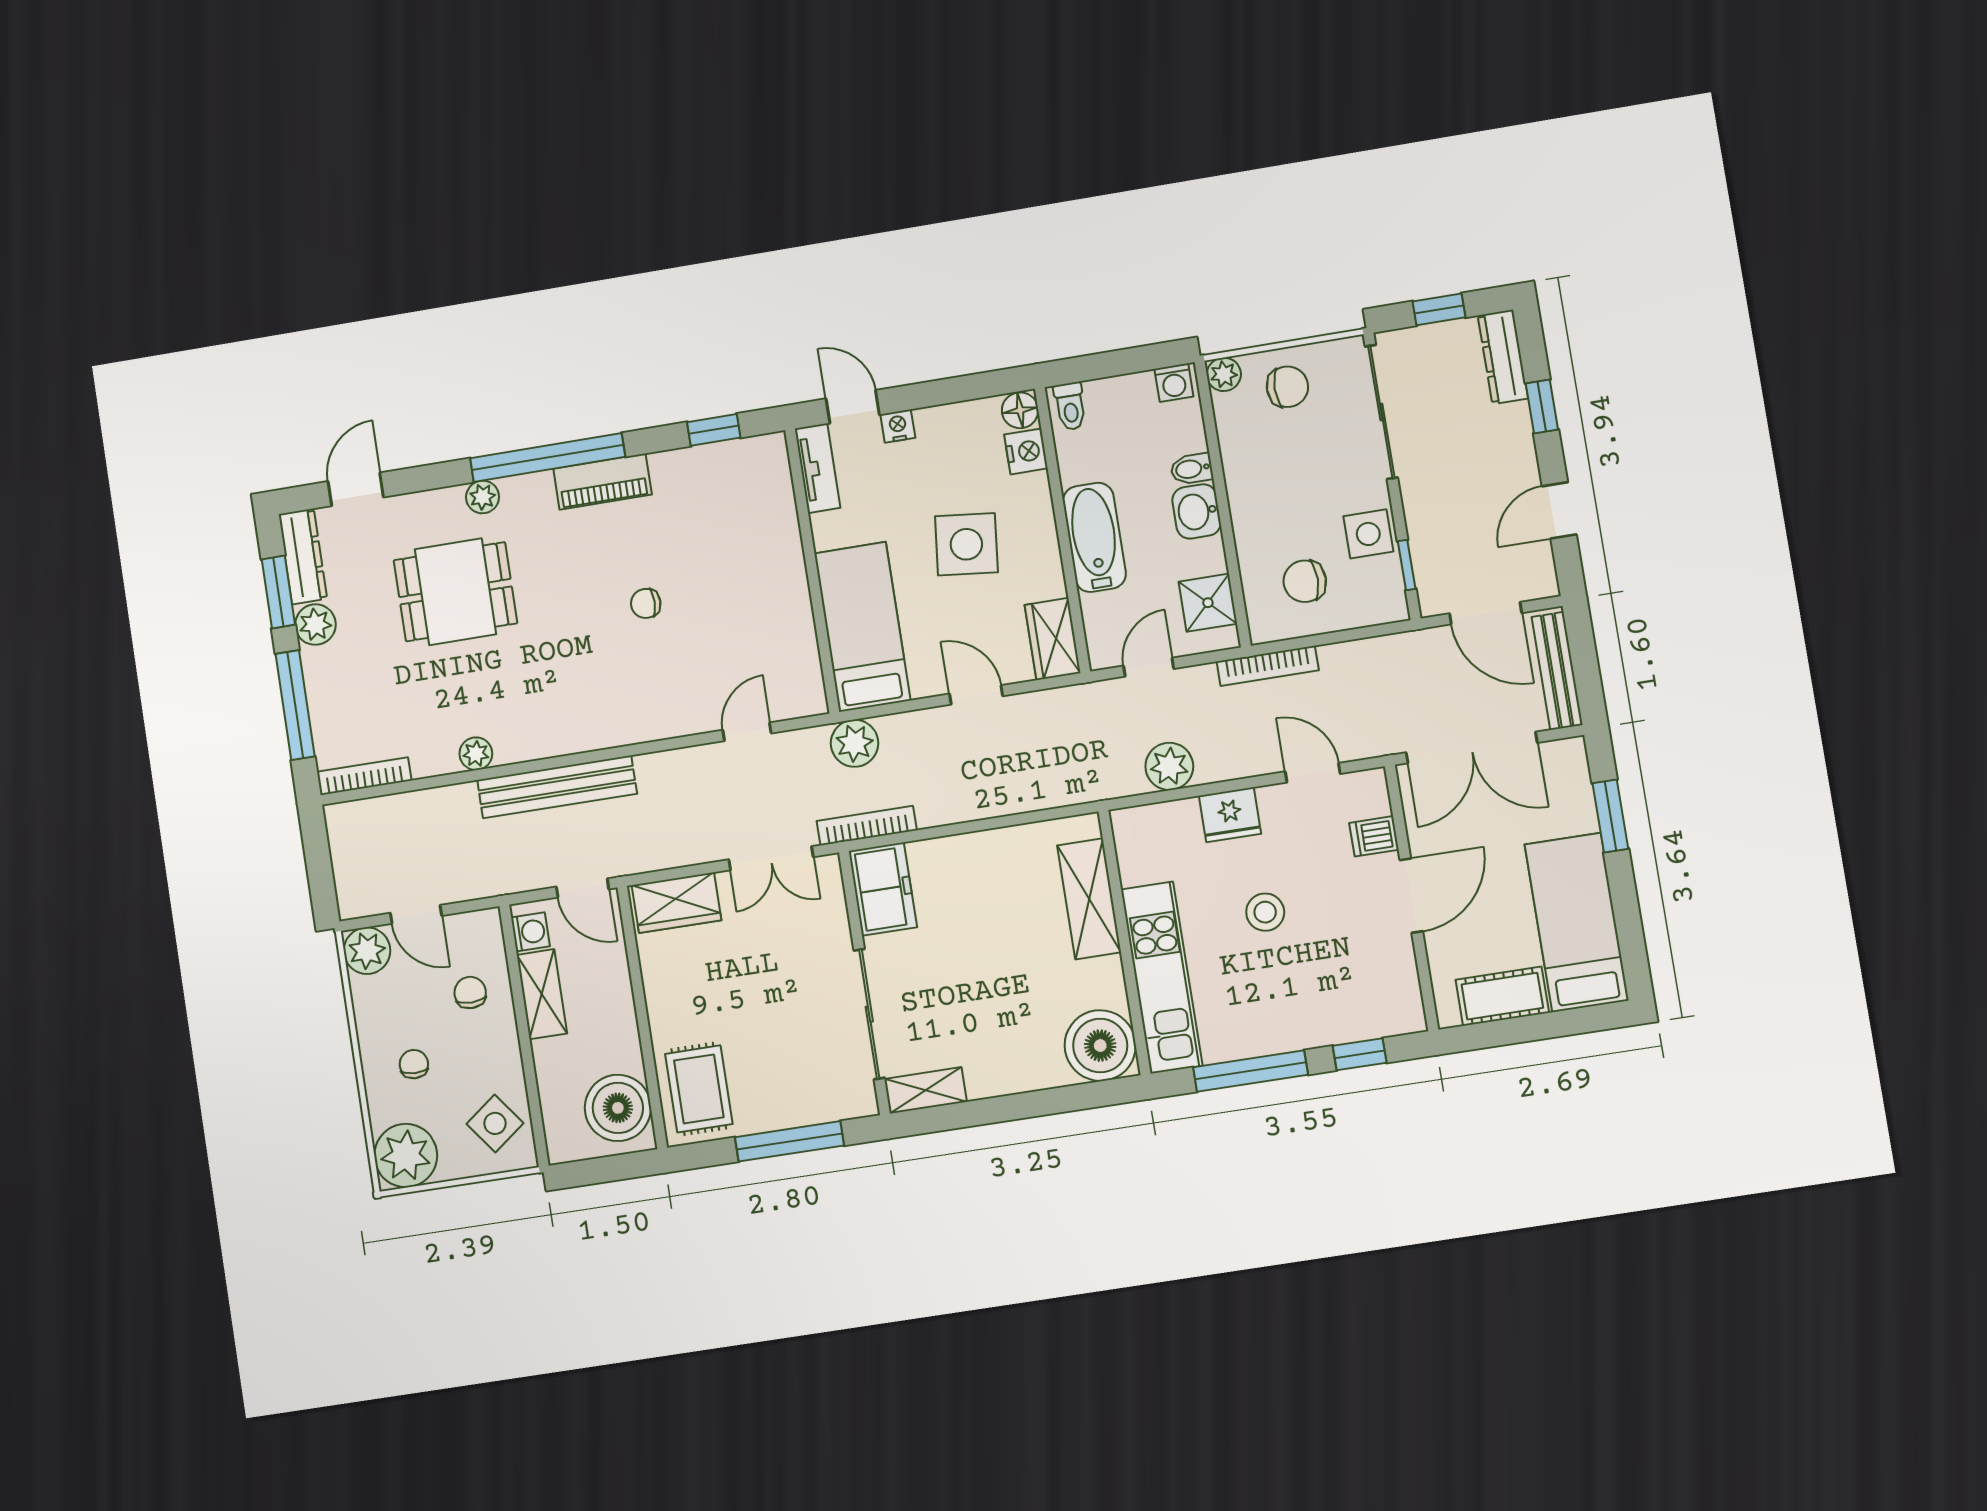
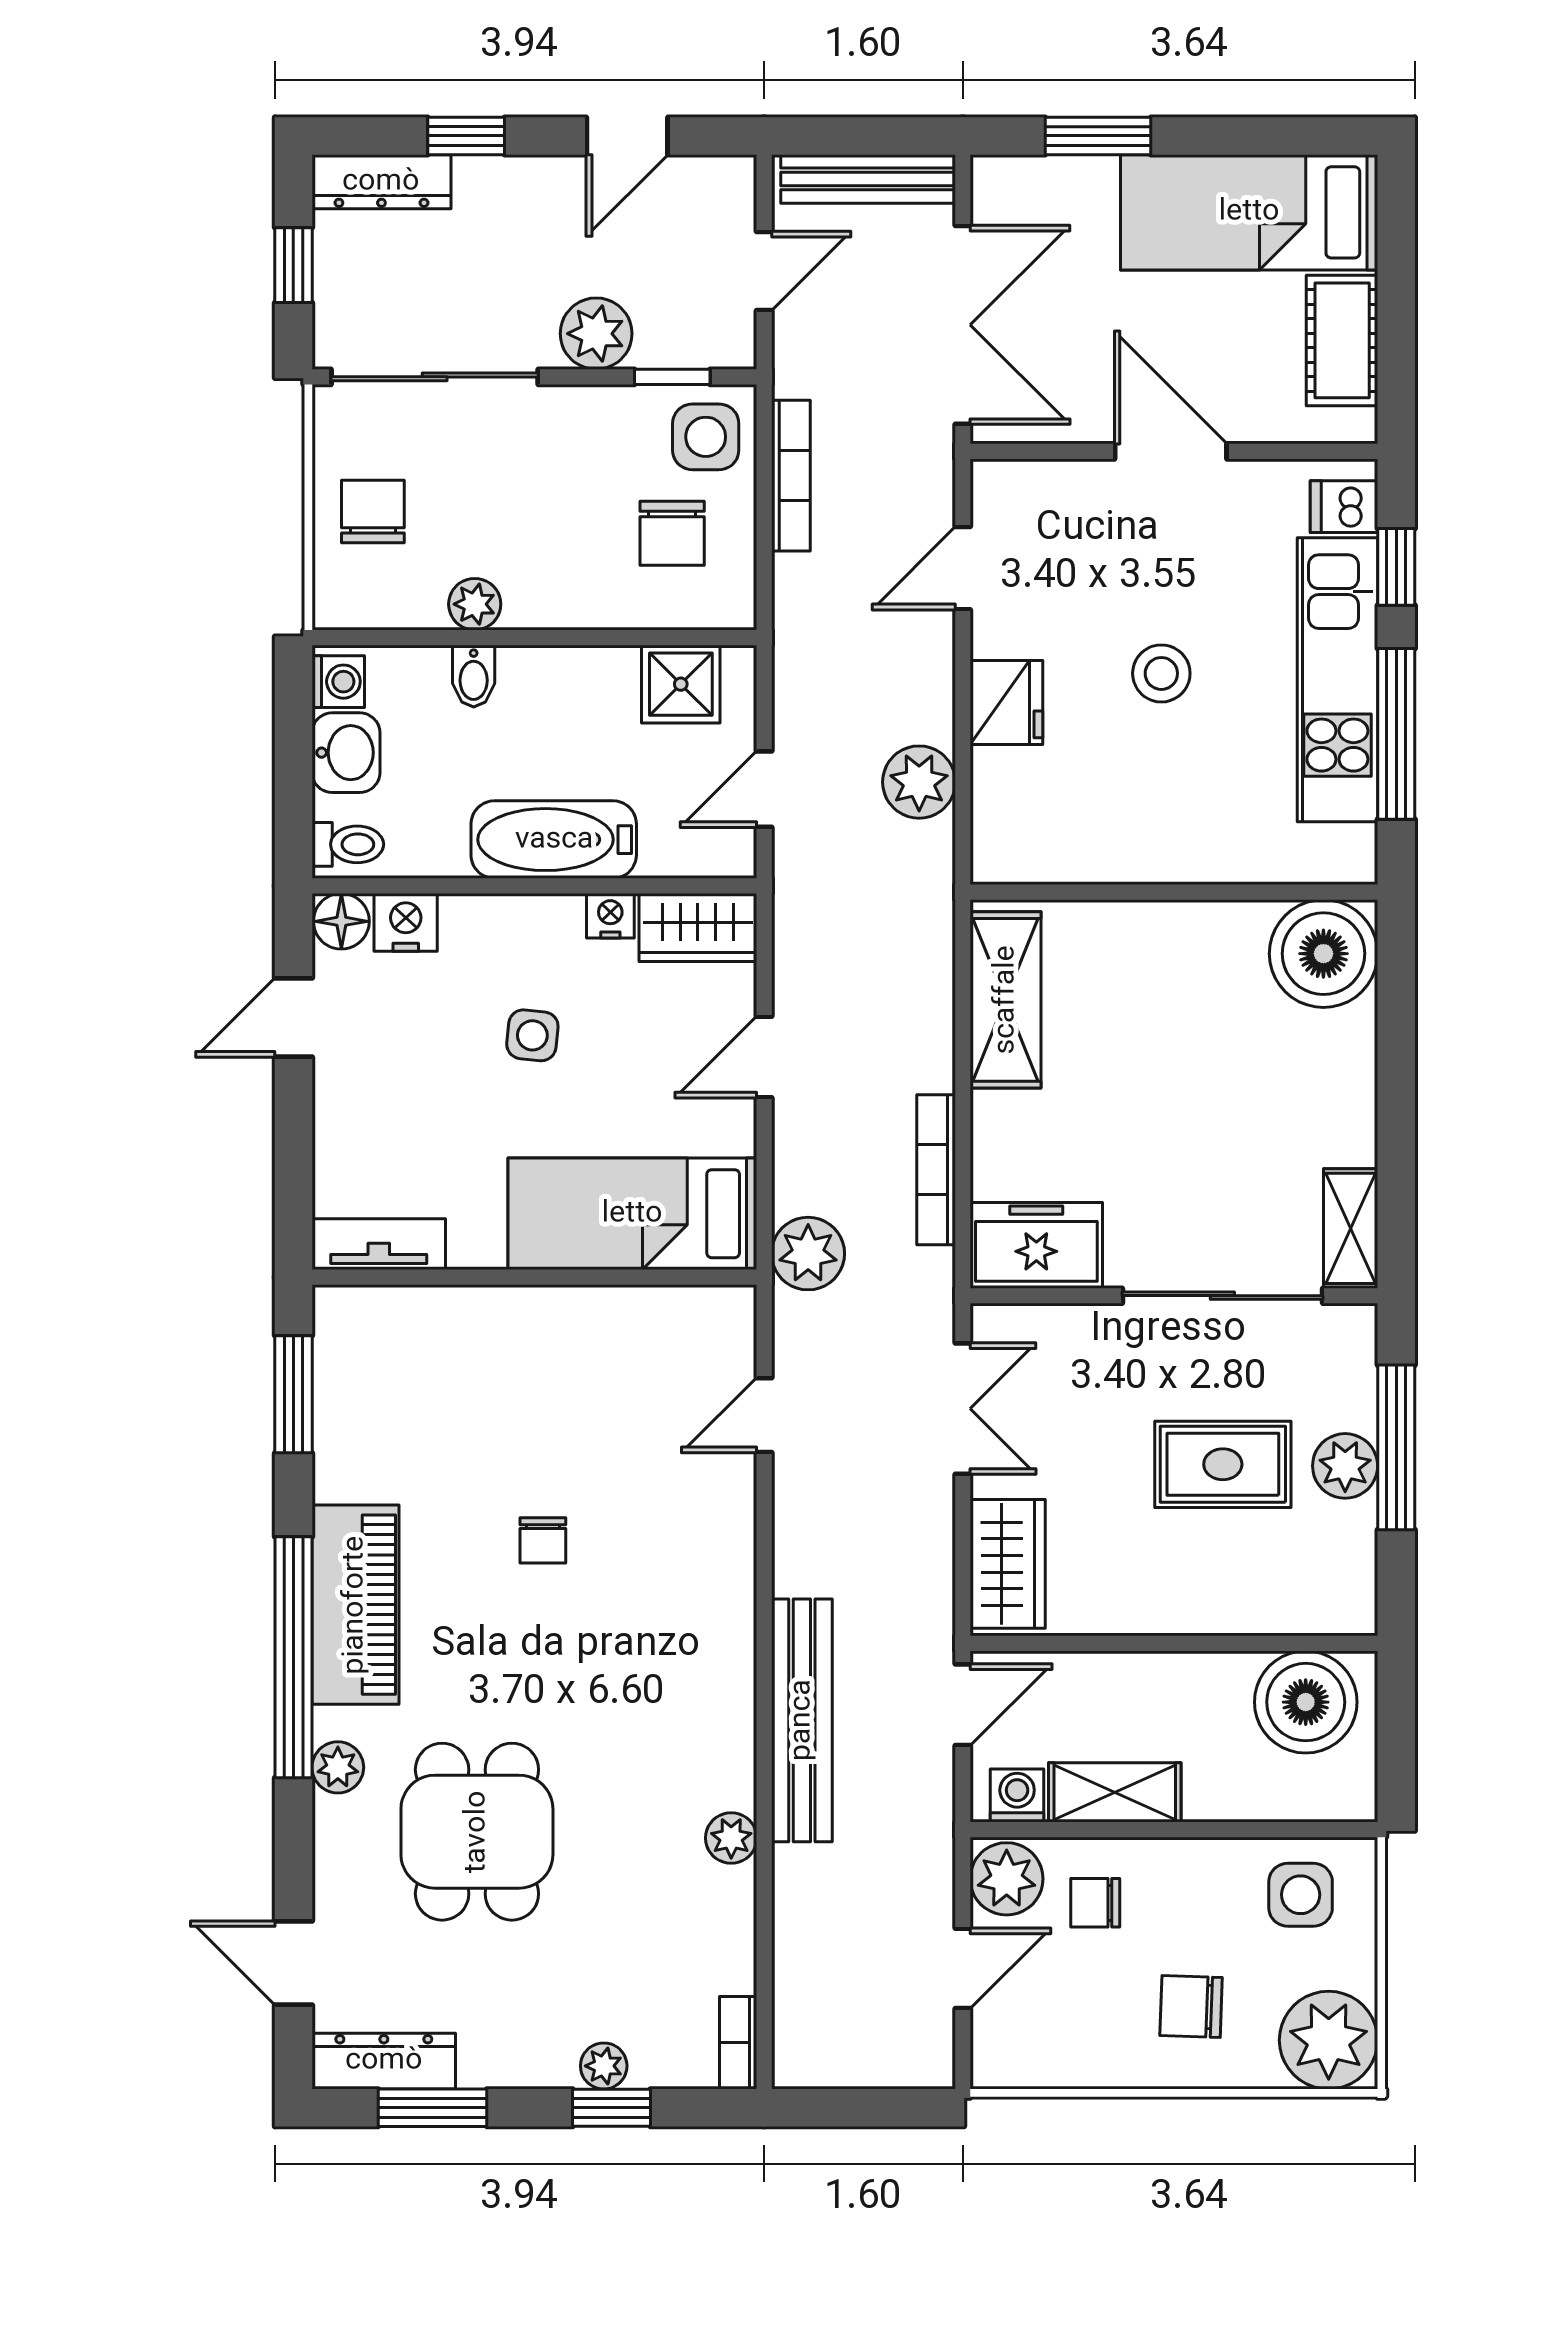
plant: (1224, 374) -> (475, 604), moved
door: (853, 407) -> (293, 1018), moved
nightstand: (898, 426) -> (610, 916), moved, turned 90
window: (714, 430) -> (293, 1394), width x1.50
piano: (603, 482) -> (355, 1605), width x1.37, depth x1.33
door: (1559, 510) -> (627, 136), hinge flipped
washbasin: (1197, 511) -> (346, 753), moved, turned -90
plant: (1427, 511) -> (596, 334), added
side table: (1368, 534) -> (706, 437), moved
side table: (966, 544) -> (532, 1035), width x0.54, depth x0.54
door: (1486, 613) -> (764, 271), width x0.73
plant: (315, 625) -> (604, 2066), moved, width x0.73, depth x0.73
bookcase: (1268, 666) -> (791, 476), moved
door: (1149, 667) -> (764, 789), hinge flipped
window: (295, 705) -> (611, 2108), width x0.46
door: (747, 732) -> (764, 1415), hinge flipped
bookcase: (364, 776) -> (738, 2043), width x0.64
bookcase: (867, 826) -> (936, 1170), moved
dishwasher: (1374, 836) -> (1344, 507), moved, turned 90
shelving: (1089, 899) -> (1006, 1000), moved, turned 90
plant: (367, 951) -> (1007, 1879), moved
kitchen unit: (1162, 977) -> (1337, 680), moved, turned -90
chair: (414, 1064) -> (1191, 2007), width x1.37, depth x1.37
rug: (699, 1089) -> (1223, 1464), moved
plant: (772, 1110) -> (1345, 1466), added
side table: (495, 1123) -> (1301, 1895), turned 37

